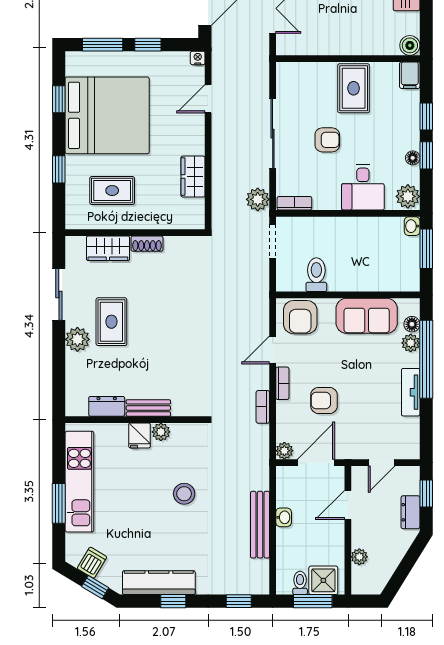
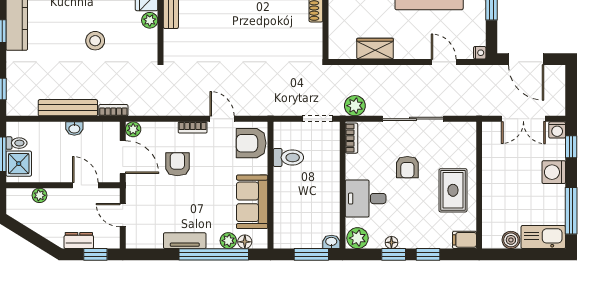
boiler: (410, 45) -> (511, 240), moved
rug: (354, 88) -> (453, 190), turned 90
bookcase: (263, 407) -> (113, 110), moved

